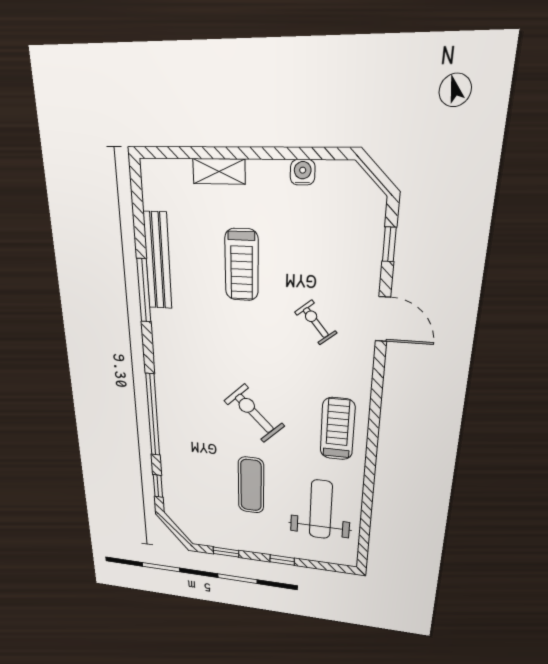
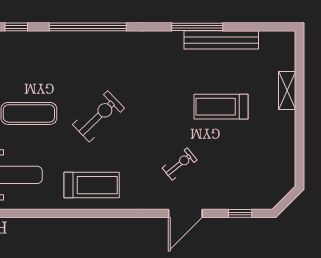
water cooler: (303, 172) -> (287, 151), removed

